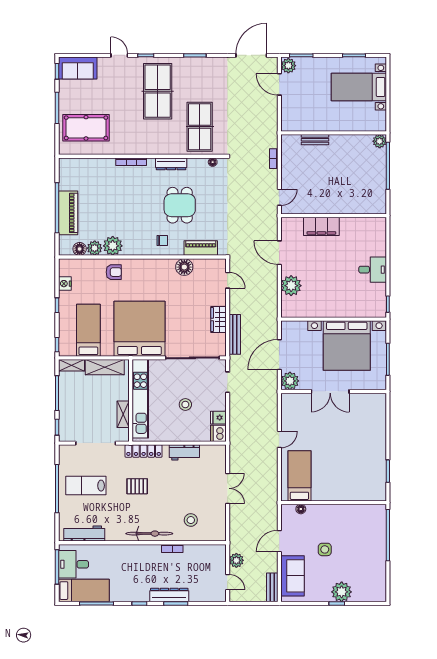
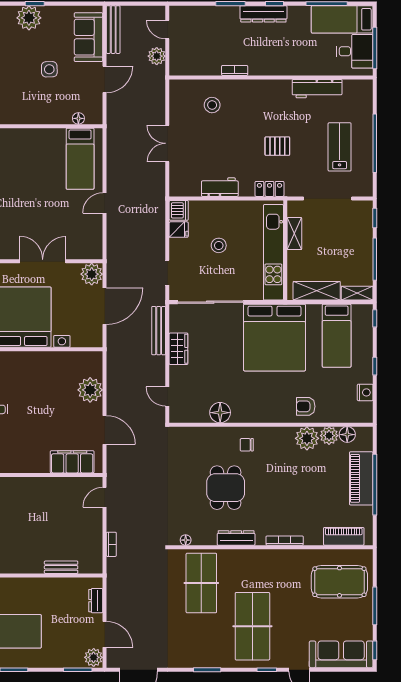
sofa: (78, 68) -> (341, 654), width x1.36
dresser: (287, 112) -> (96, 601), added
filing cabinet: (321, 226) -> (72, 462), moved
piano: (201, 248) -> (344, 536), moved, turned 180
locker: (144, 451) -> (269, 189), width x0.66
lab bench: (86, 486) -> (340, 147), turned -90
workbench: (84, 533) -> (317, 89), moved
bicycle: (149, 534) -> (263, 89), removed
bench: (272, 587) -> (113, 30), width x1.36
dresser: (169, 595) -> (263, 14), moved

